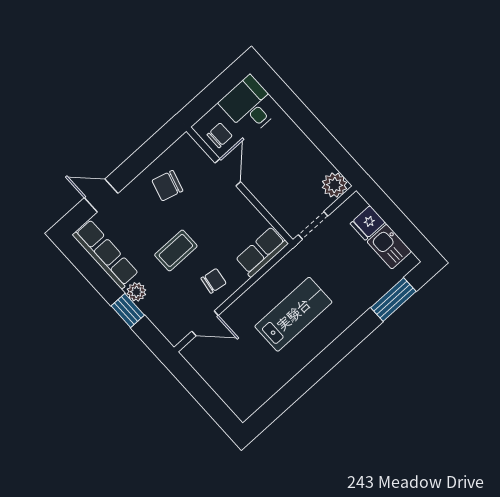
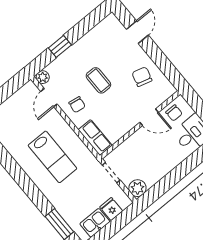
row of seats: (105, 254) -> (98, 33), removed
plant: (136, 292) -> (43, 77), moved

